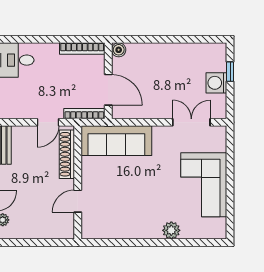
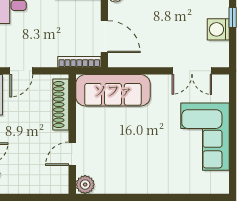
door: (48, 122) -> (21, 71), moved
double door: (191, 122) -> (192, 71), swing flipped
plant: (171, 230) -> (85, 185), moved

